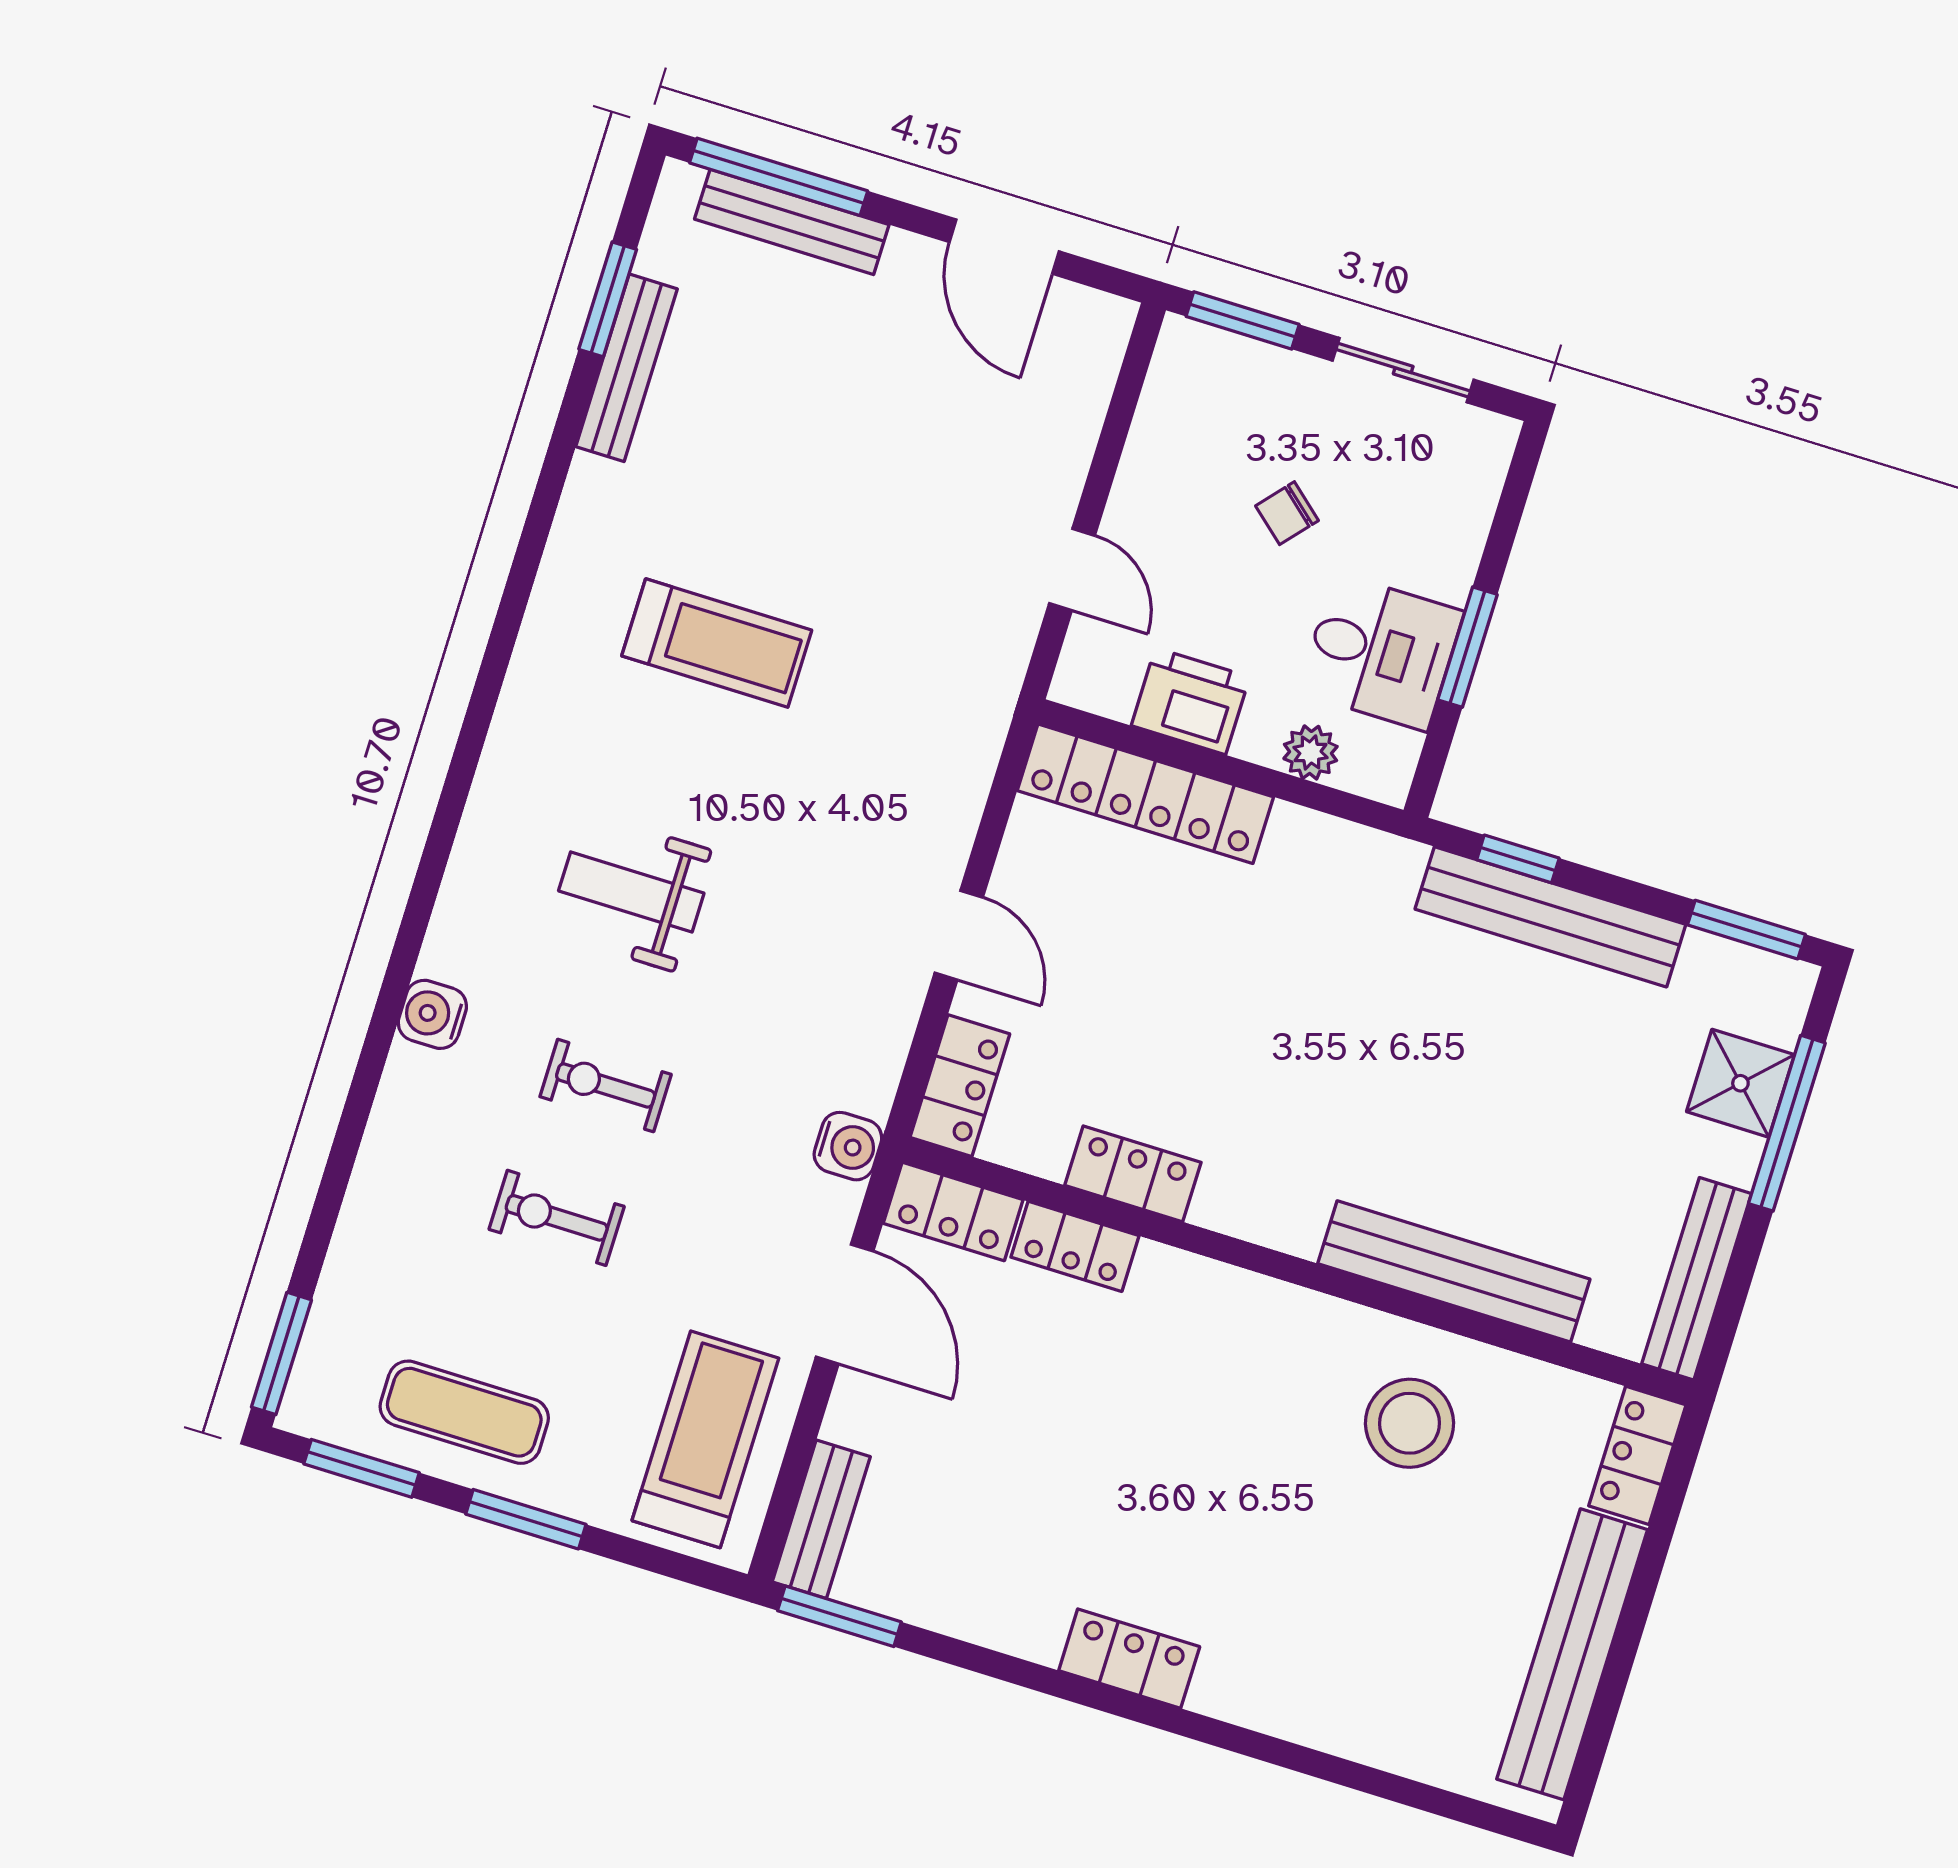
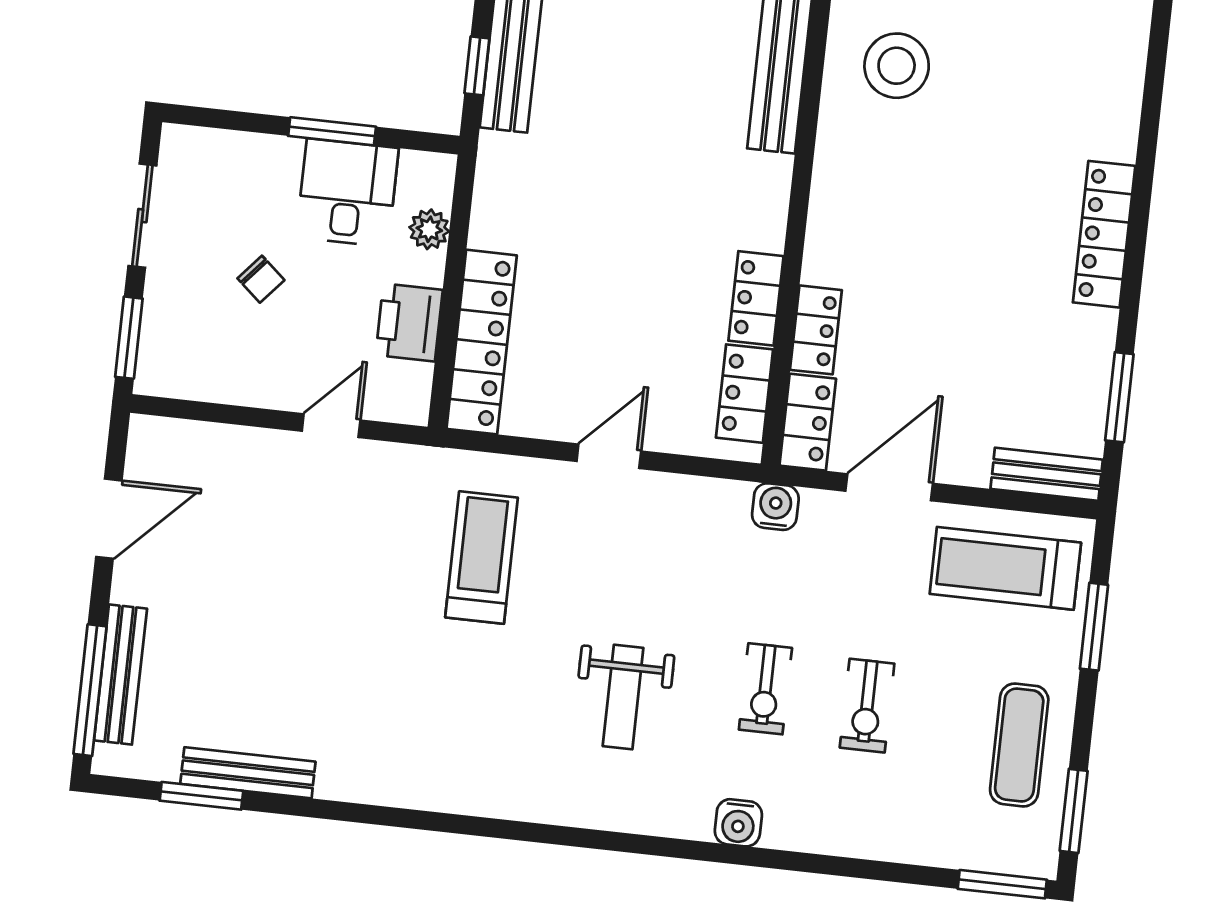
treadmill: (717, 643) -> (482, 557), moved
locker: (960, 1086) -> (745, 394), moved, turned -90
window: (526, 1519) -> (1094, 627), moved
window: (839, 1616) -> (1119, 397), moved
locker: (1129, 1659) -> (1104, 234), width x1.53

